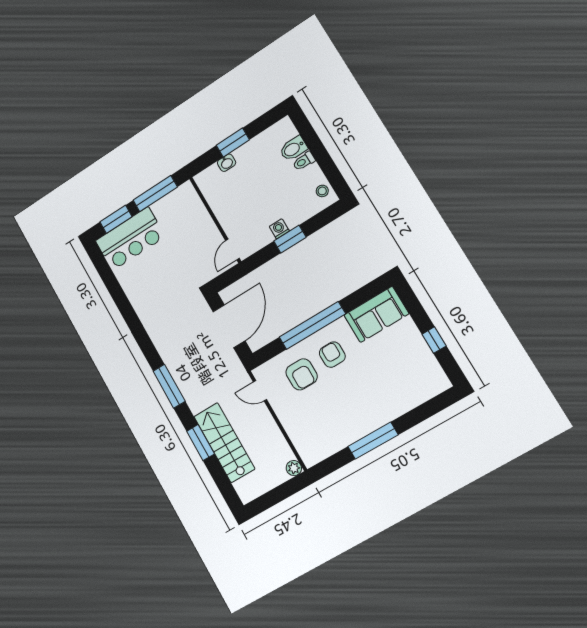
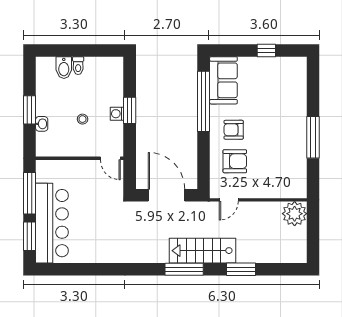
stool: (322, 191) -> (83, 119), moved
bar counter: (130, 239) -> (52, 223), width x1.36
window: (312, 326) -> (204, 101), moved
stairs: (224, 443) -> (202, 251), moved
plant: (294, 468) -> (295, 214), width x1.88, depth x1.88

